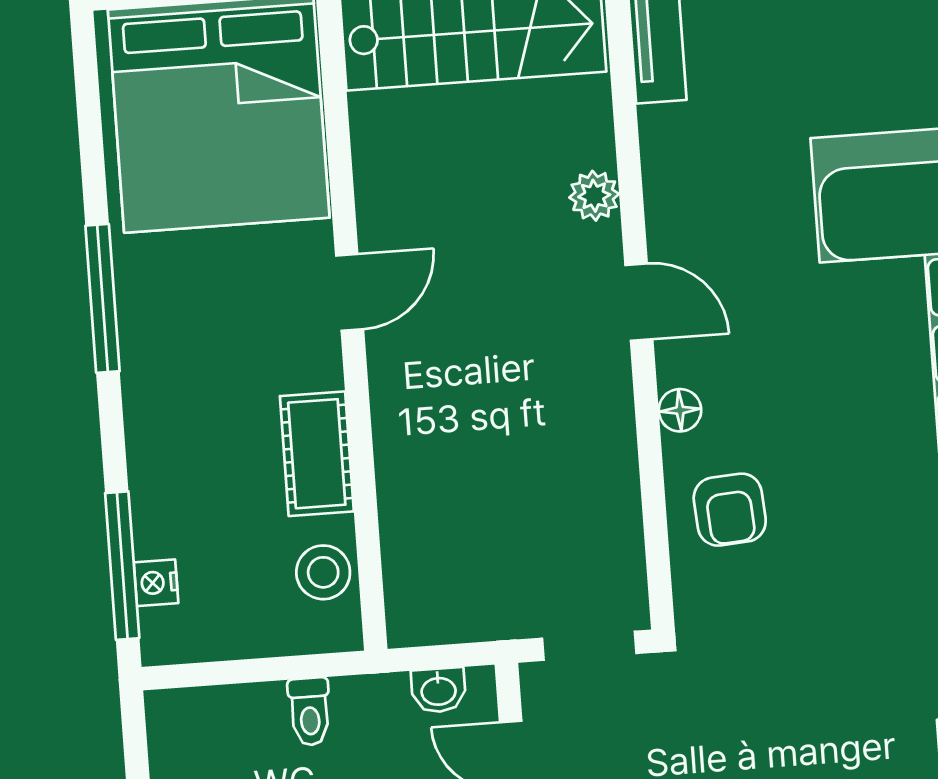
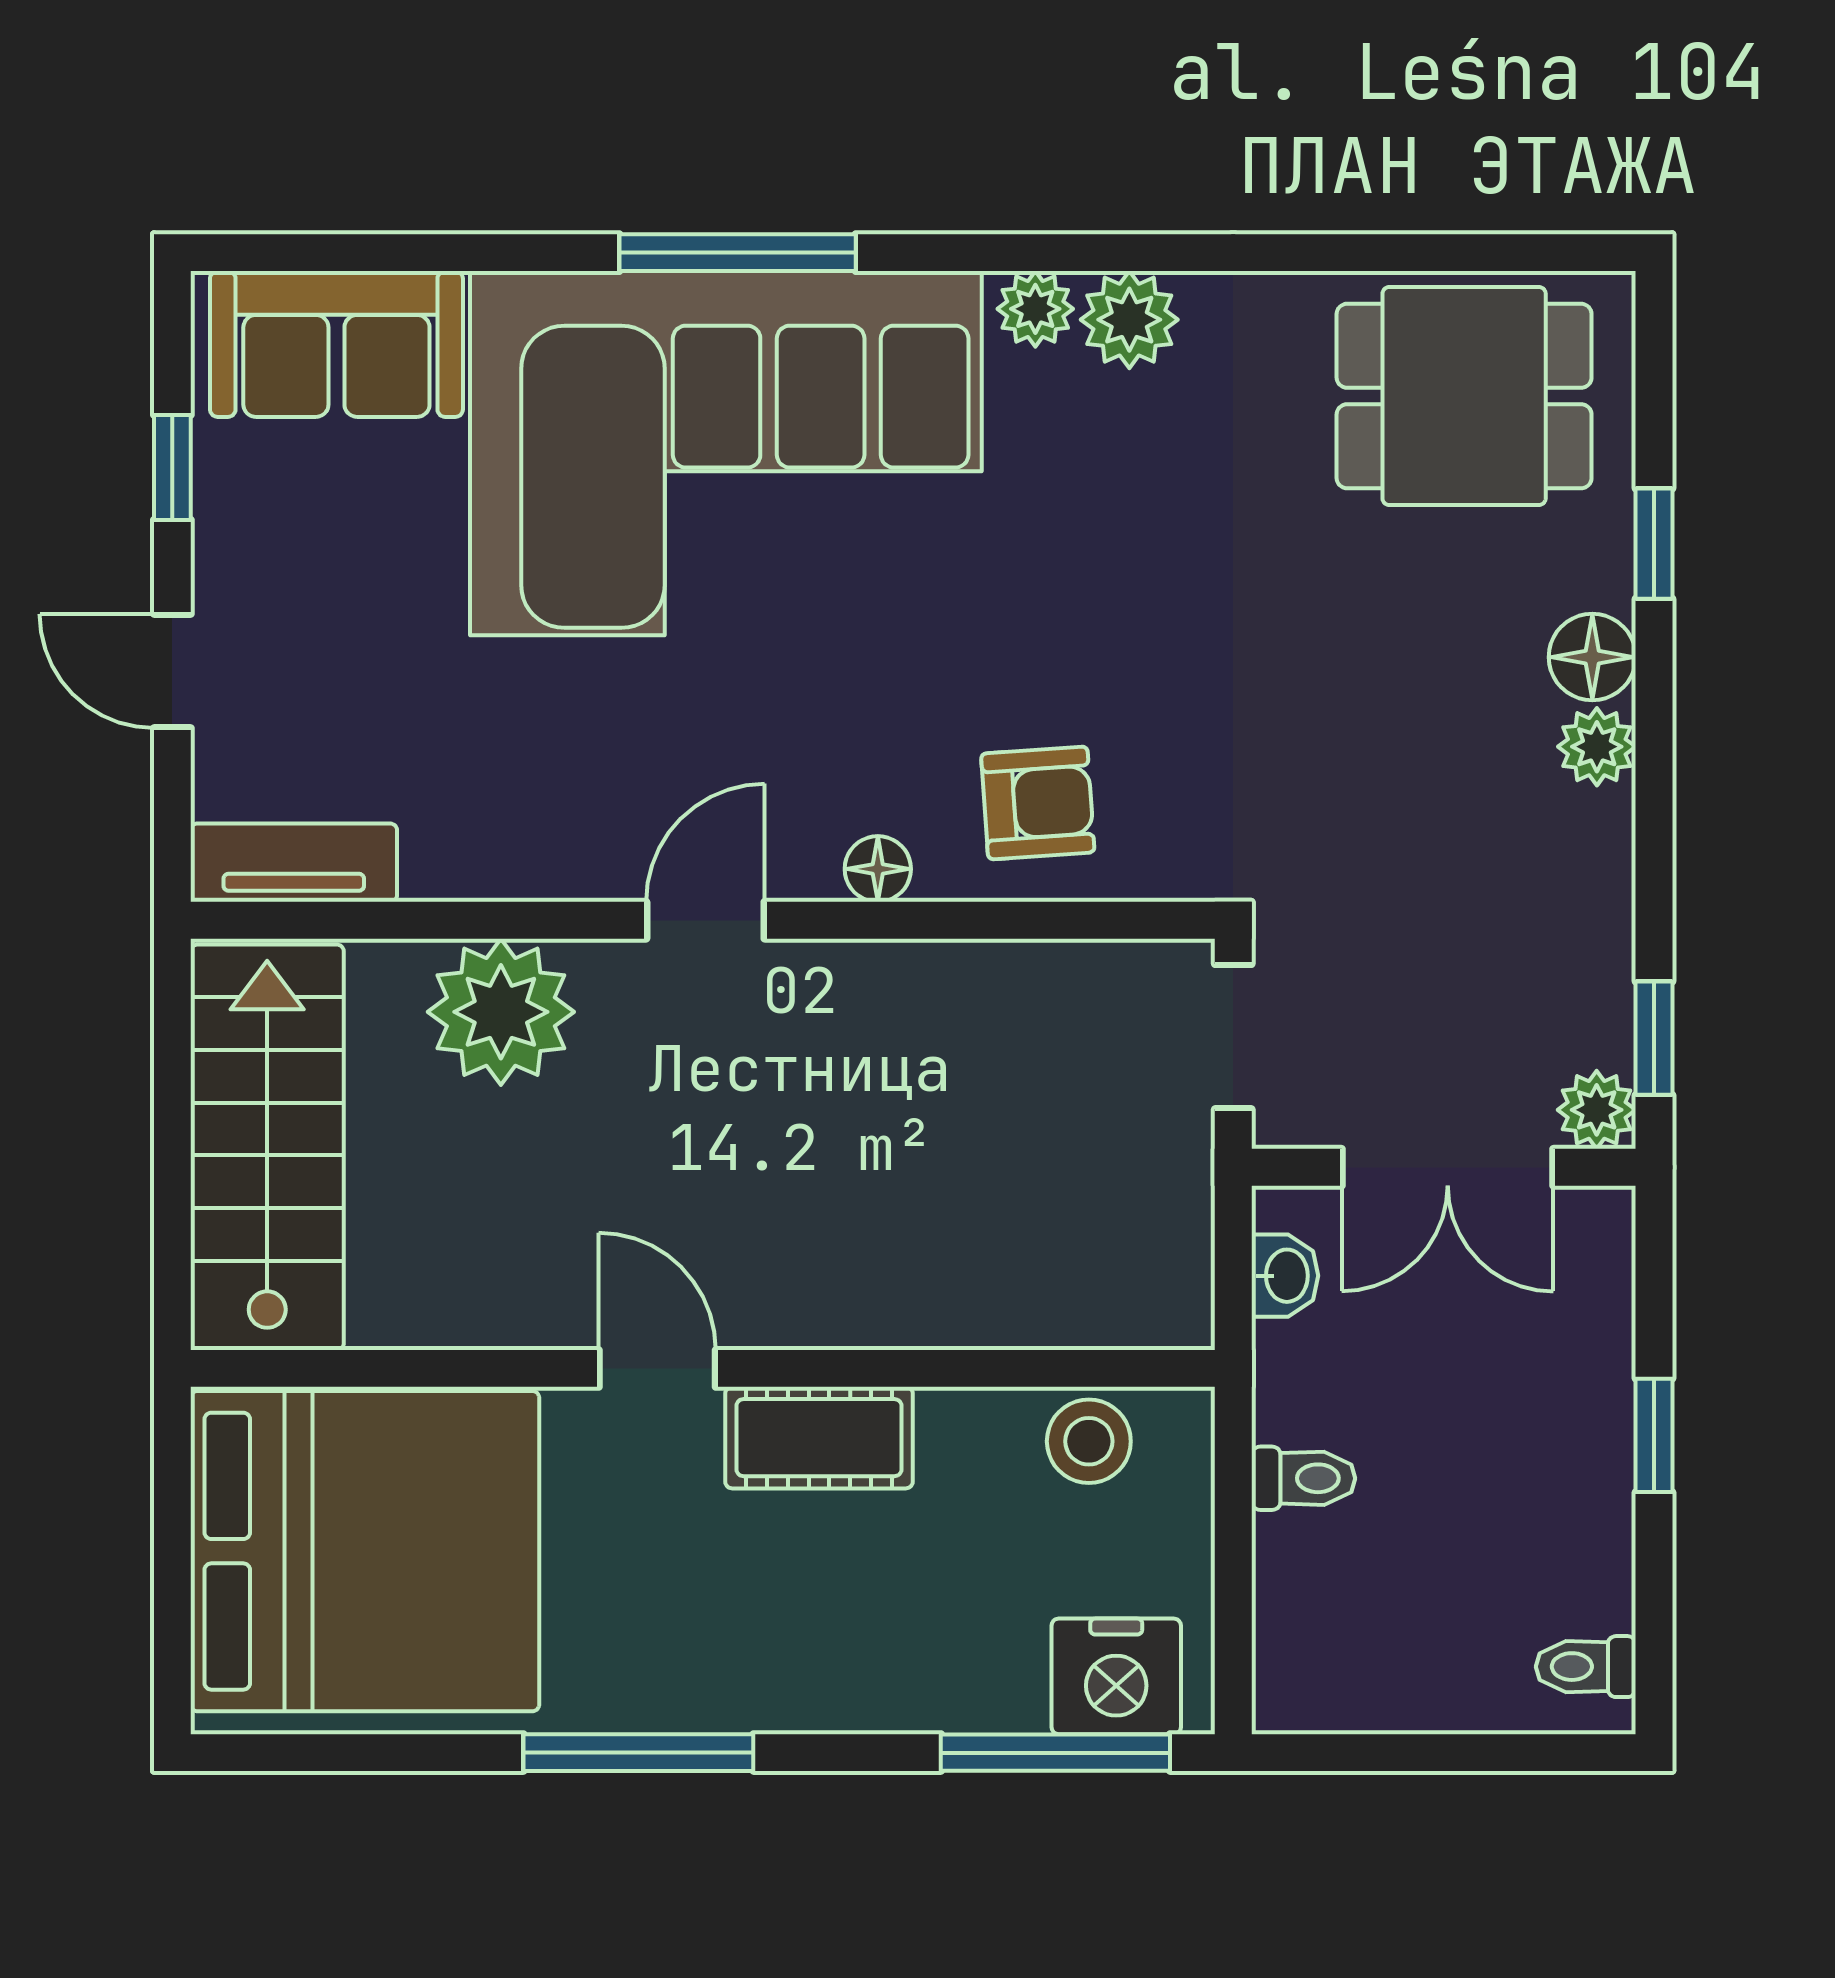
plant: (594, 196) -> (501, 1012), width x1.87, depth x1.87
cot: (317, 454) -> (819, 1438), moved
nightstand: (156, 583) -> (1116, 1676), width x1.89, depth x1.79

